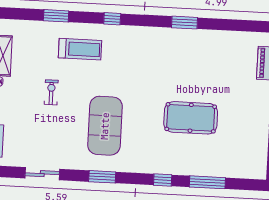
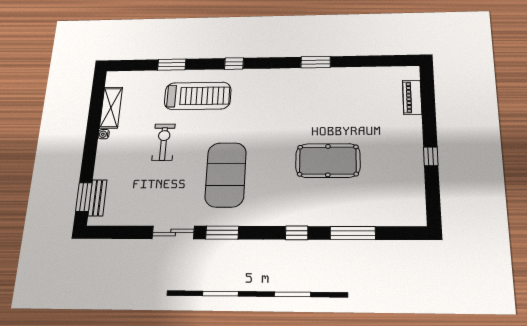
treadmill: (80, 49) -> (198, 96), width x1.37, depth x1.38
exercise bike: (51, 92) -> (164, 142), width x1.38, depth x1.39
sliding door: (42, 174) -> (173, 232), moved

